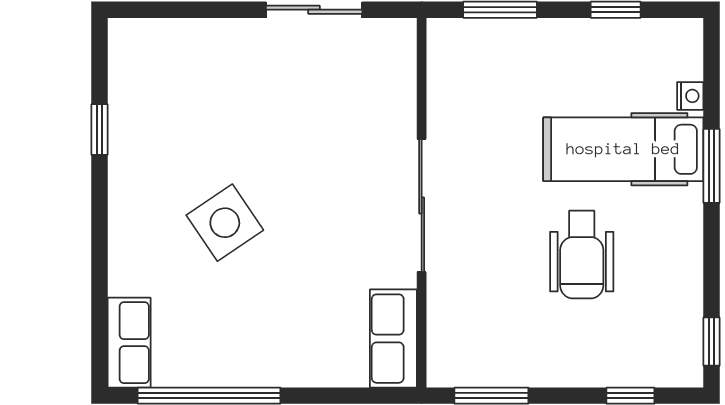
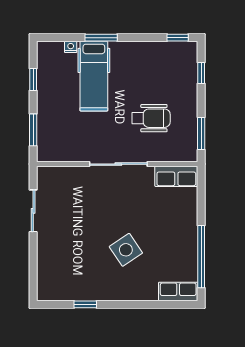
wheelchair: (582, 255) -> (151, 118), moved

